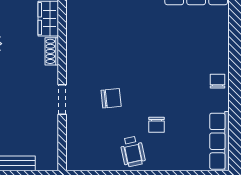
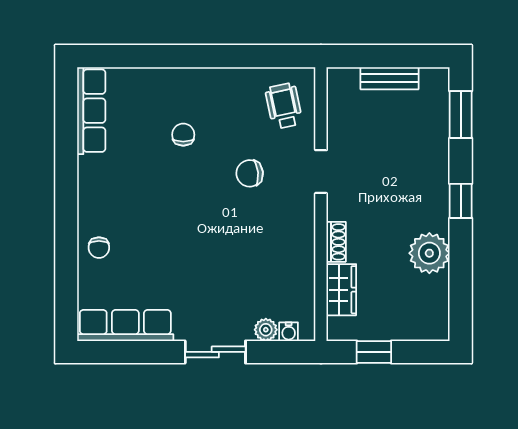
chair: (218, 81) -> (99, 248), moved
wheelchair: (133, 151) -> (284, 106), moved

